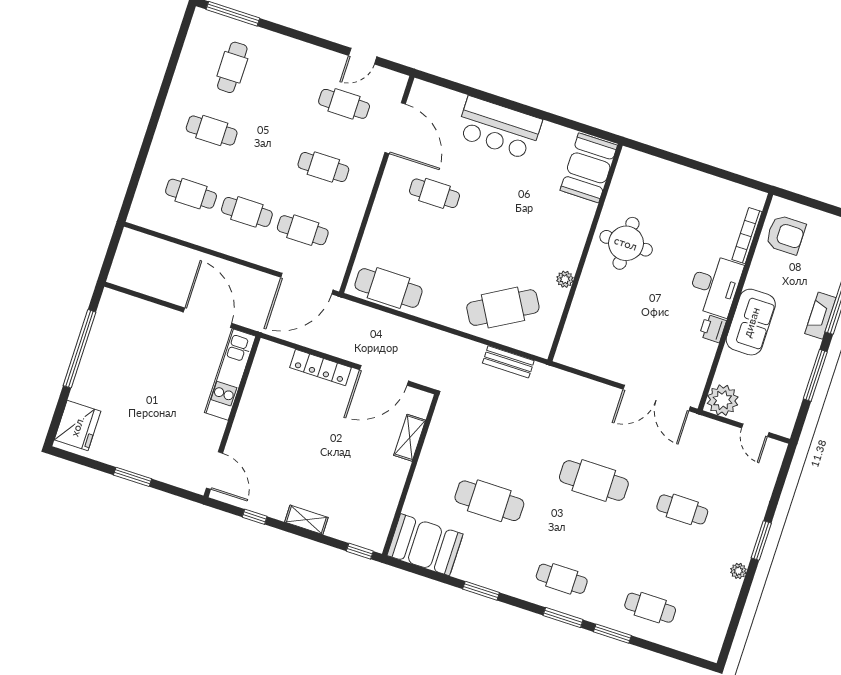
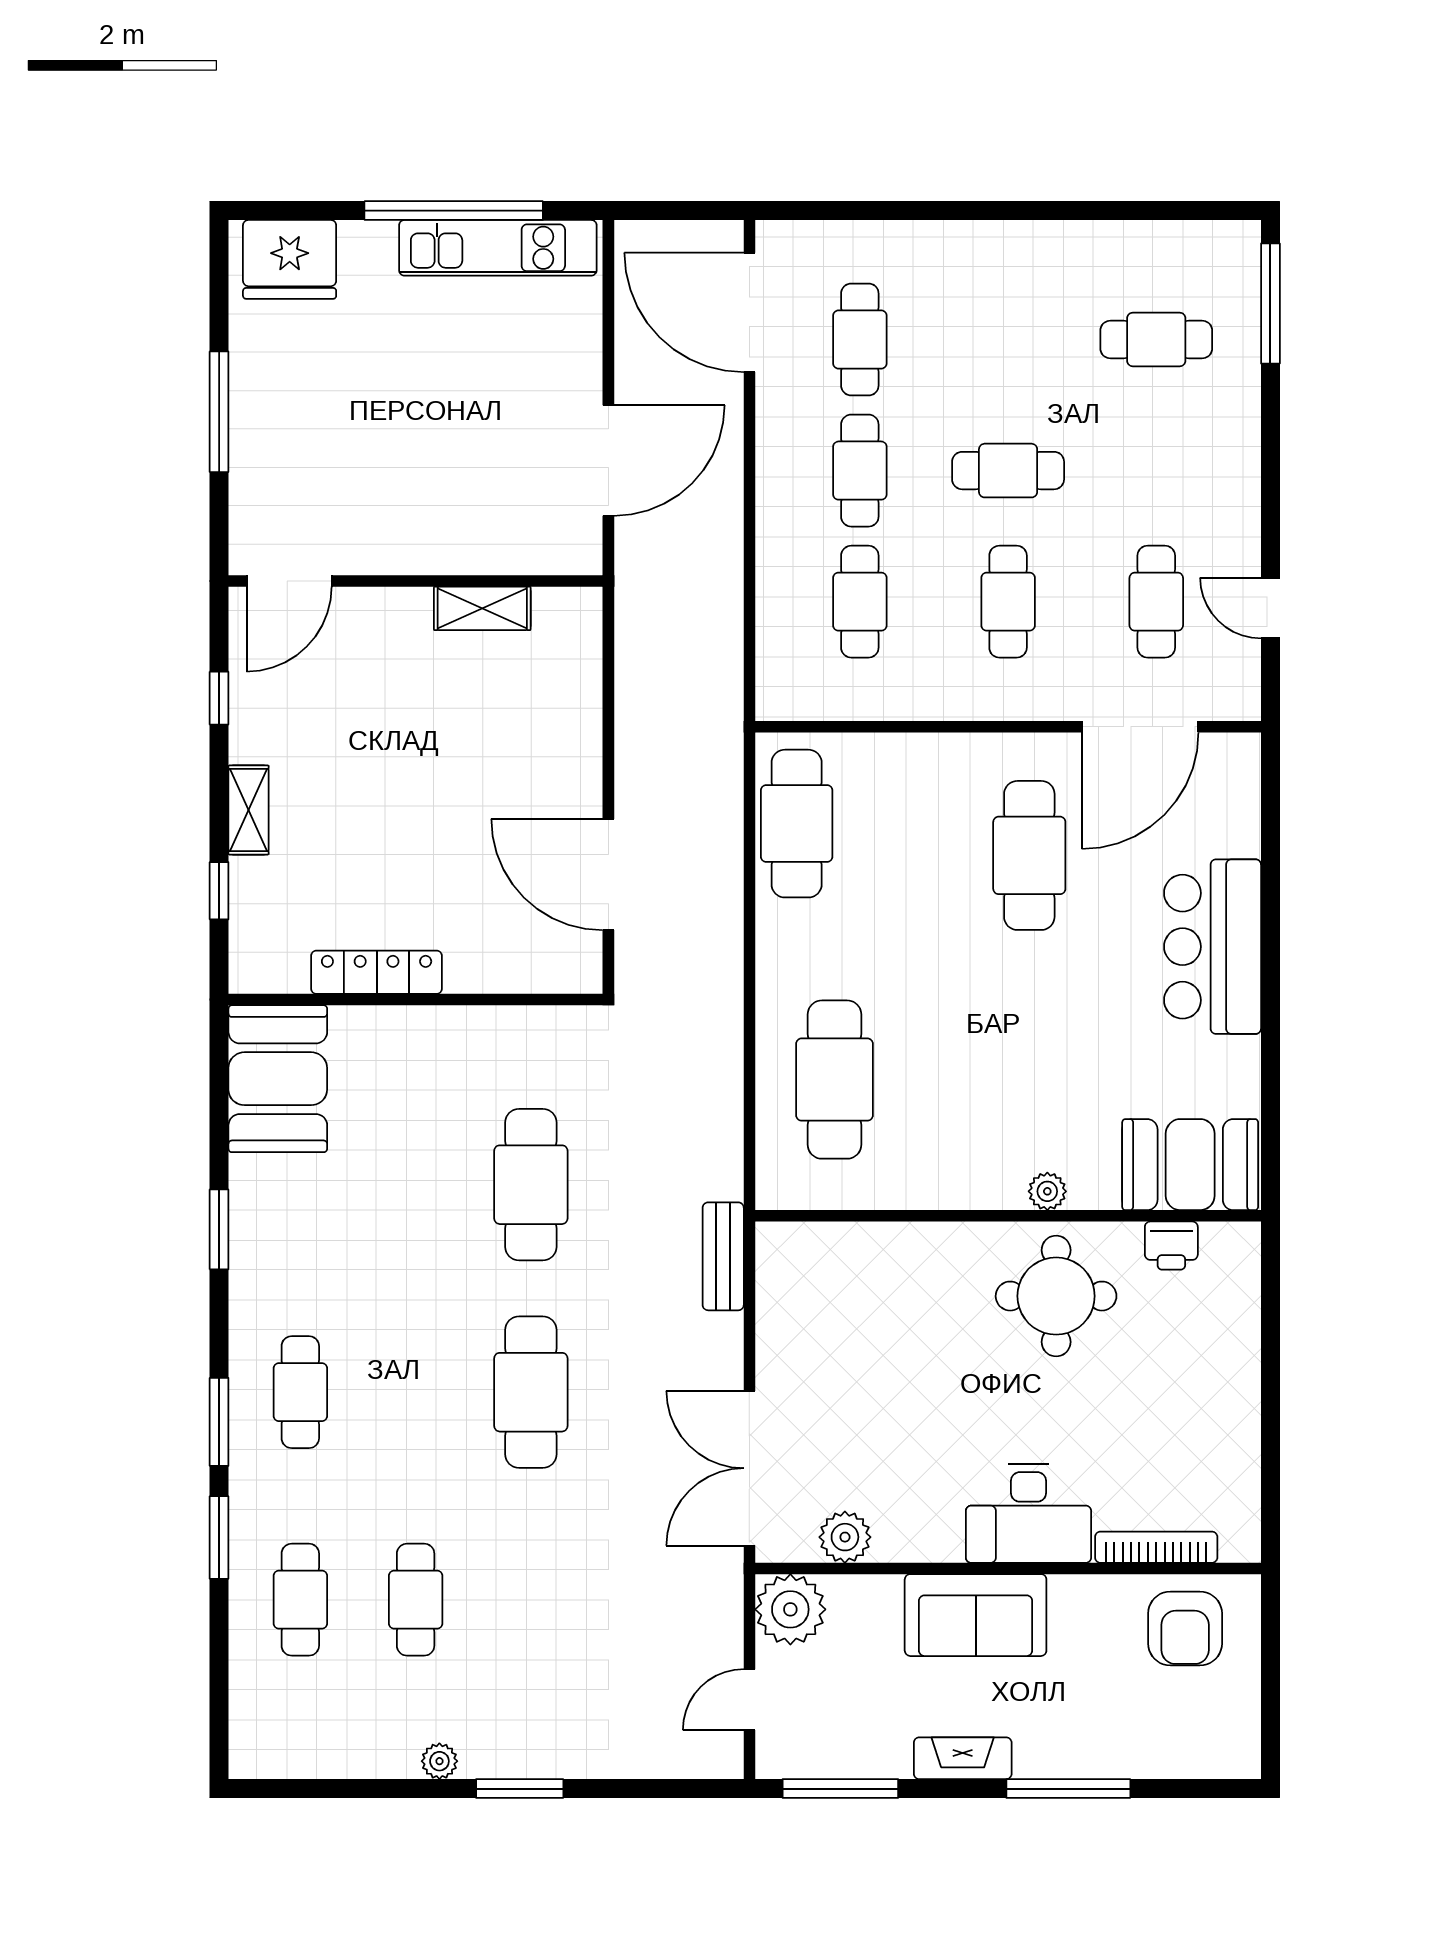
cafe table: (212, 131) -> (1008, 471), moved, turned 90
cafe table: (435, 193) -> (1029, 855), width x1.37, depth x1.35
plant: (565, 279) -> (1047, 1191), moved
door: (307, 284) -> (749, 312), moved
cafe table: (503, 308) -> (834, 1080), turned 30
fireplace: (820, 316) -> (963, 1758), moved
printer: (713, 328) -> (1171, 1246), moved, turned 180
bench: (508, 362) -> (723, 1256), moved
locker: (320, 367) -> (377, 972), moved, turned 90
plant: (699, 367) -> (845, 1537), added
kitchen unit: (230, 374) -> (498, 248), moved, turned 180
window: (815, 375) -> (840, 1789), moved
shelving: (410, 438) -> (482, 608), moved
window: (133, 477) -> (219, 412), width x1.44
cafe table: (489, 501) -> (531, 1185), moved
cafe table: (682, 509) -> (416, 1600), moved
window: (360, 551) -> (219, 891), moved

